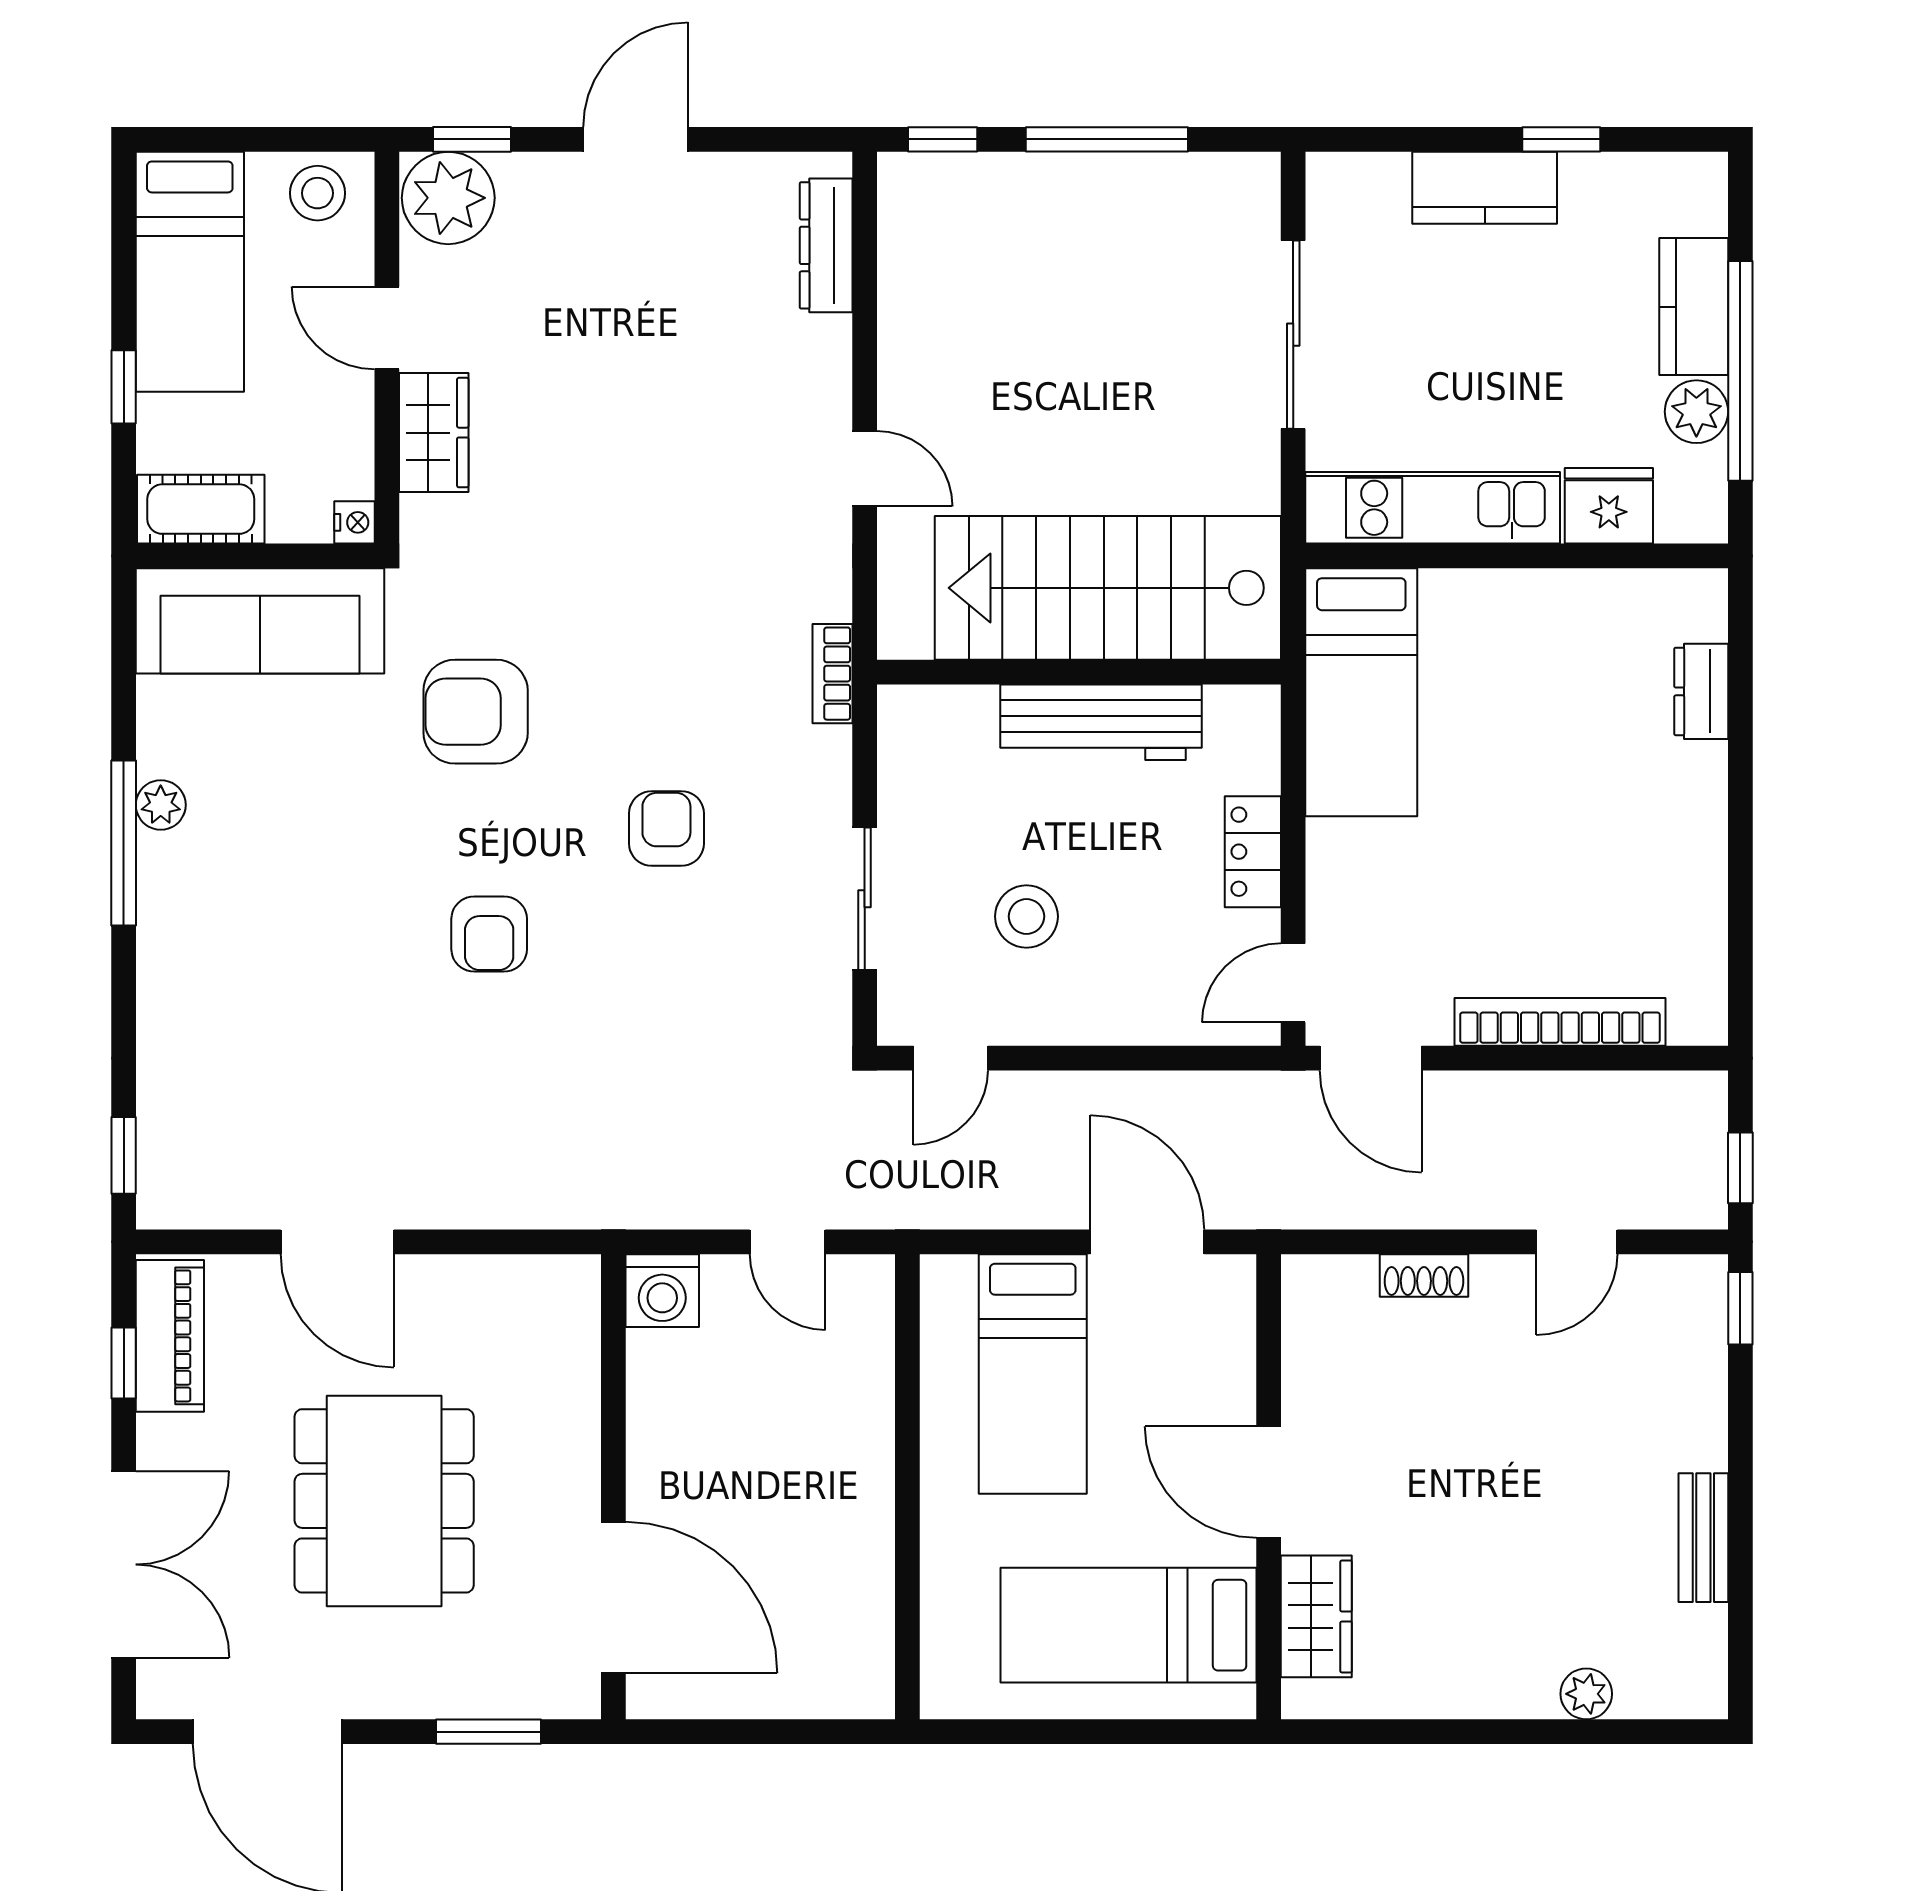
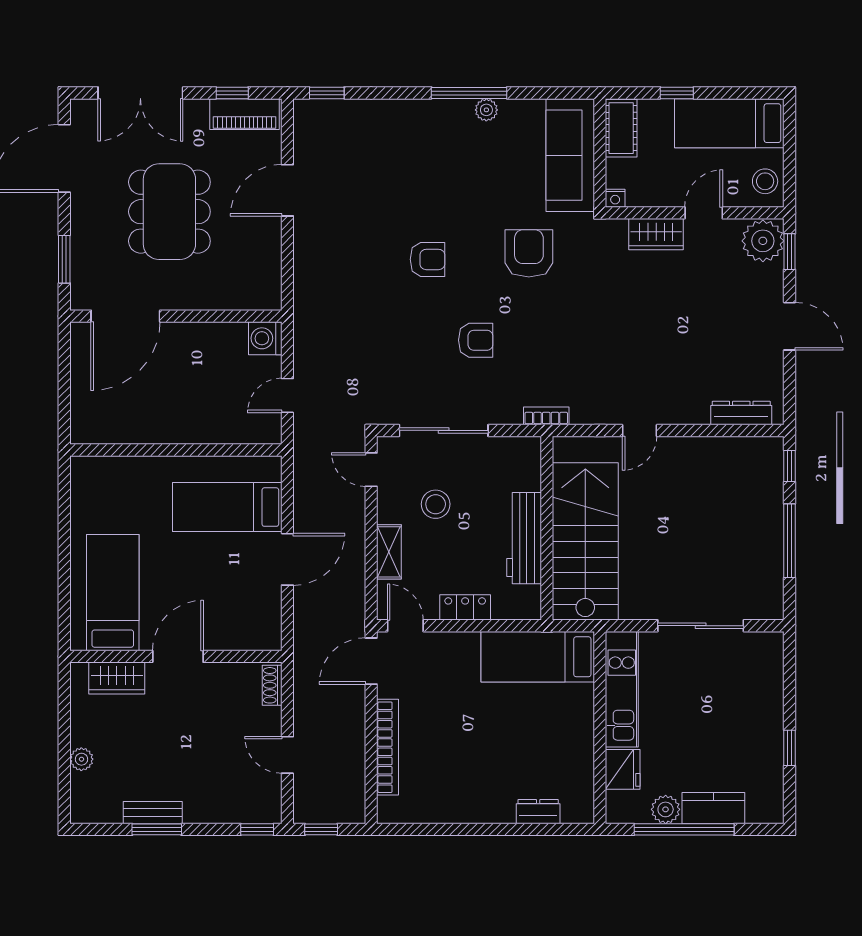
kitchen counter: (1485, 188) -> (767, 713), removed
sliding door: (865, 899) -> (444, 430), width x1.37
armchair: (489, 934) -> (428, 259), turned 180
shelving: (1131, 1019) -> (389, 552), added
door: (1269, 1482) -> (178, 656), moved
wall: (1269, 1487) -> (176, 656), moved
dining table: (384, 1501) -> (169, 212), turned 90
window: (1740, 1529) -> (157, 829), added
wardrobe: (1316, 1616) -> (117, 678), moved
bed: (1129, 1625) -> (113, 593), moved

